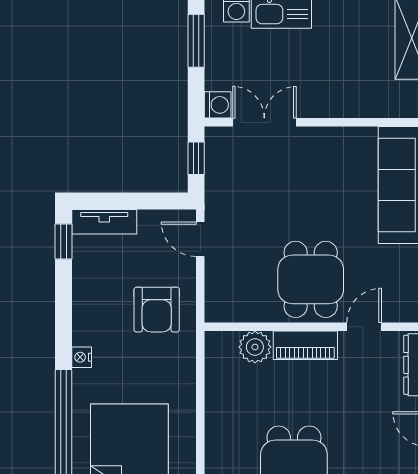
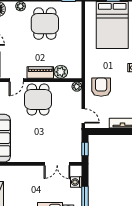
washing machine: (218, 105) -> (76, 182), moved
plant: (216, 311) -> (77, 87), added

